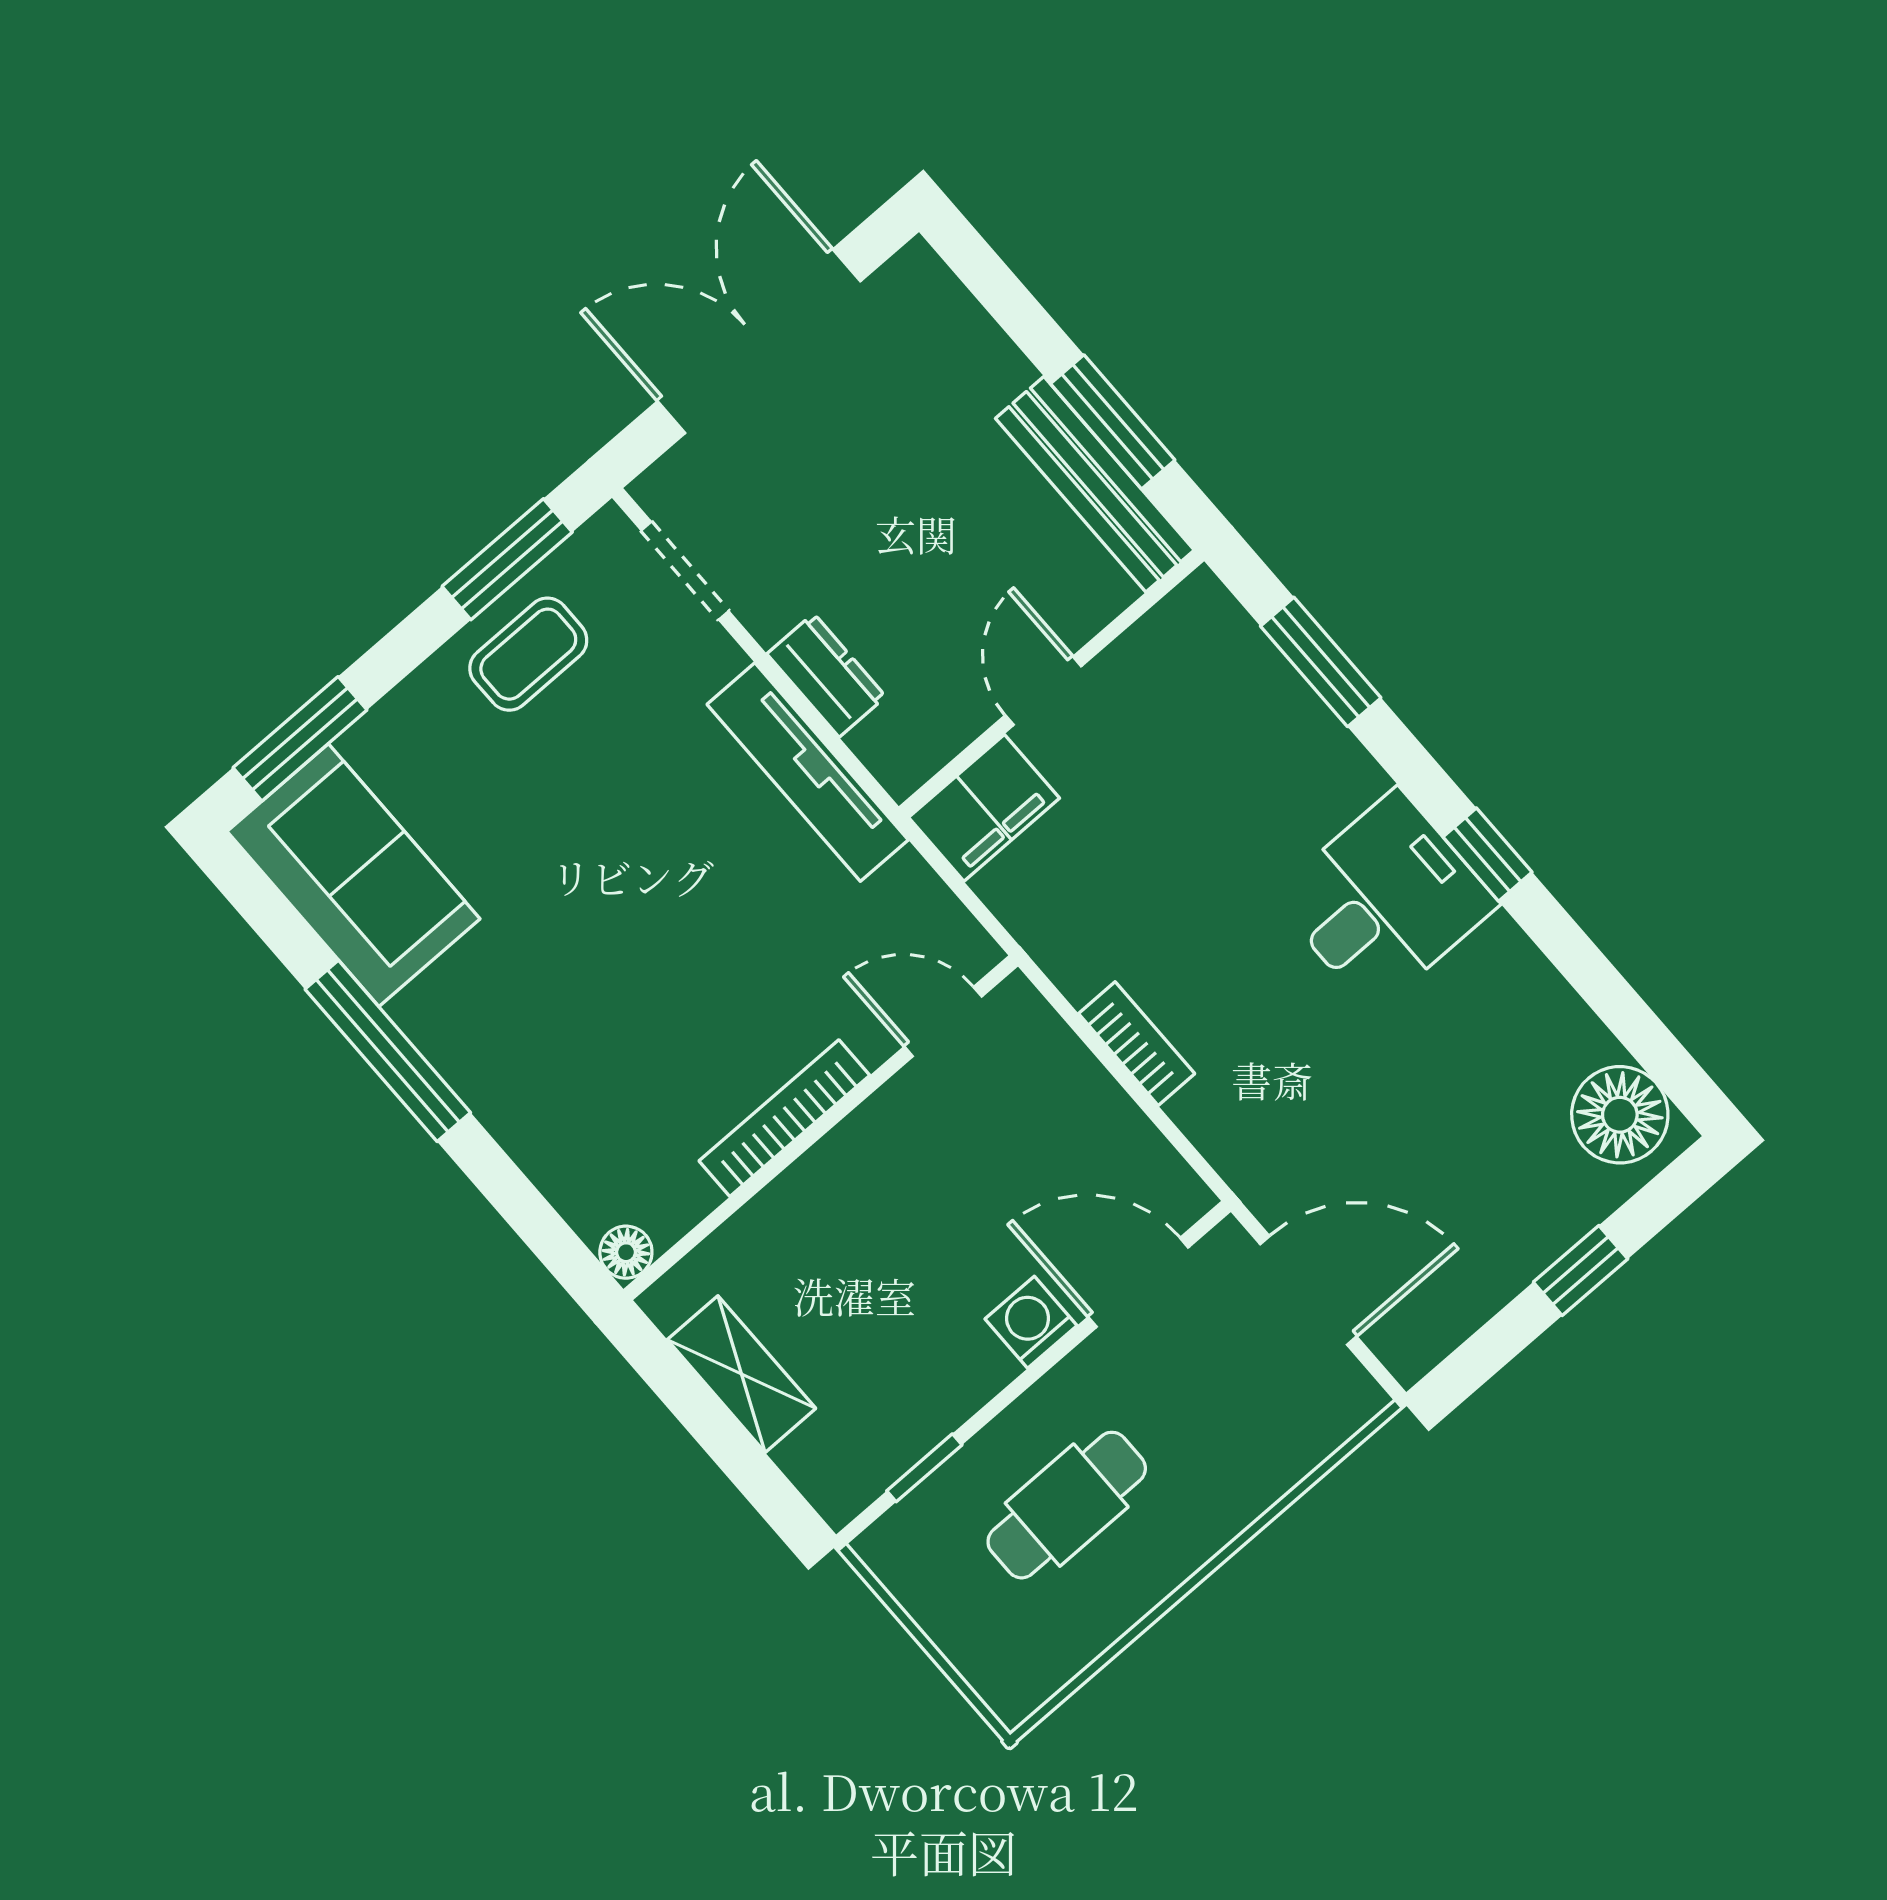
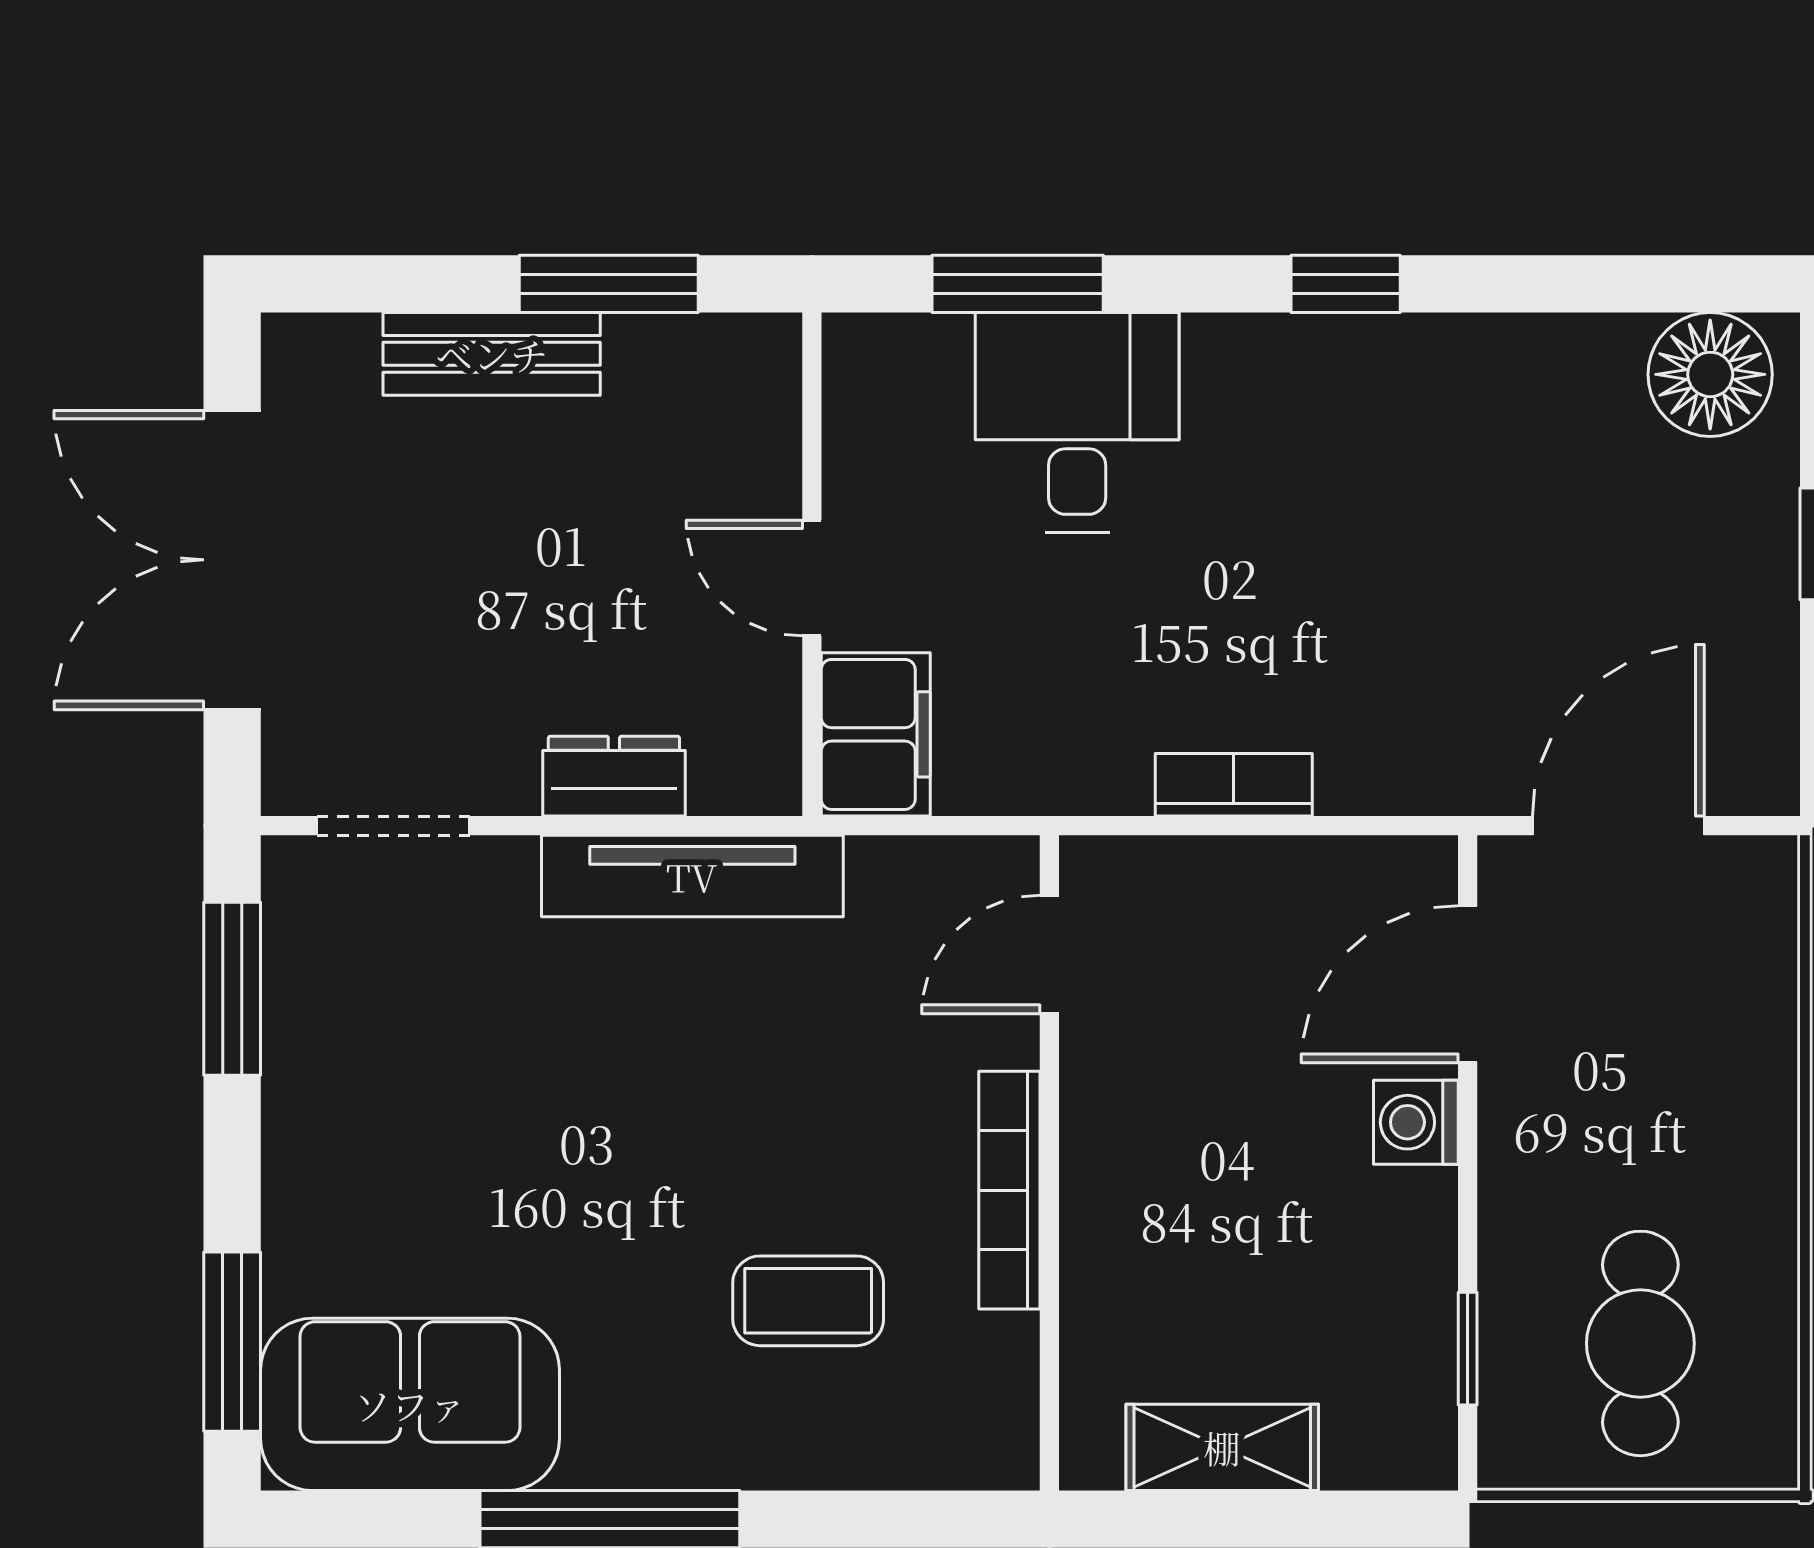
bench: (1095, 484) -> (492, 354), moved, width x0.73
coffee table: (528, 654) -> (808, 1301), moved, turned 90
desk: (1385, 900) -> (1077, 422), moved
floor lamp: (626, 1252) -> (1006, 1457), removed
cafe table: (1067, 1505) -> (1640, 1343), moved

